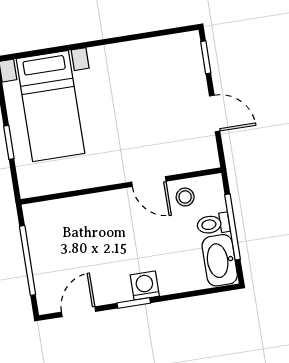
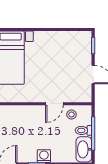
door: (149, 182) -> (54, 104), hinge flipped

